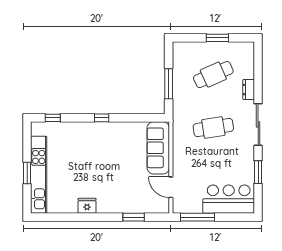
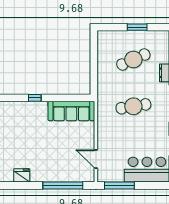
window: (169, 84) -> (94, 68), removed
sofa: (158, 148) -> (71, 111), moved, turned -90
window: (134, 217) -> (63, 186), width x2.11

